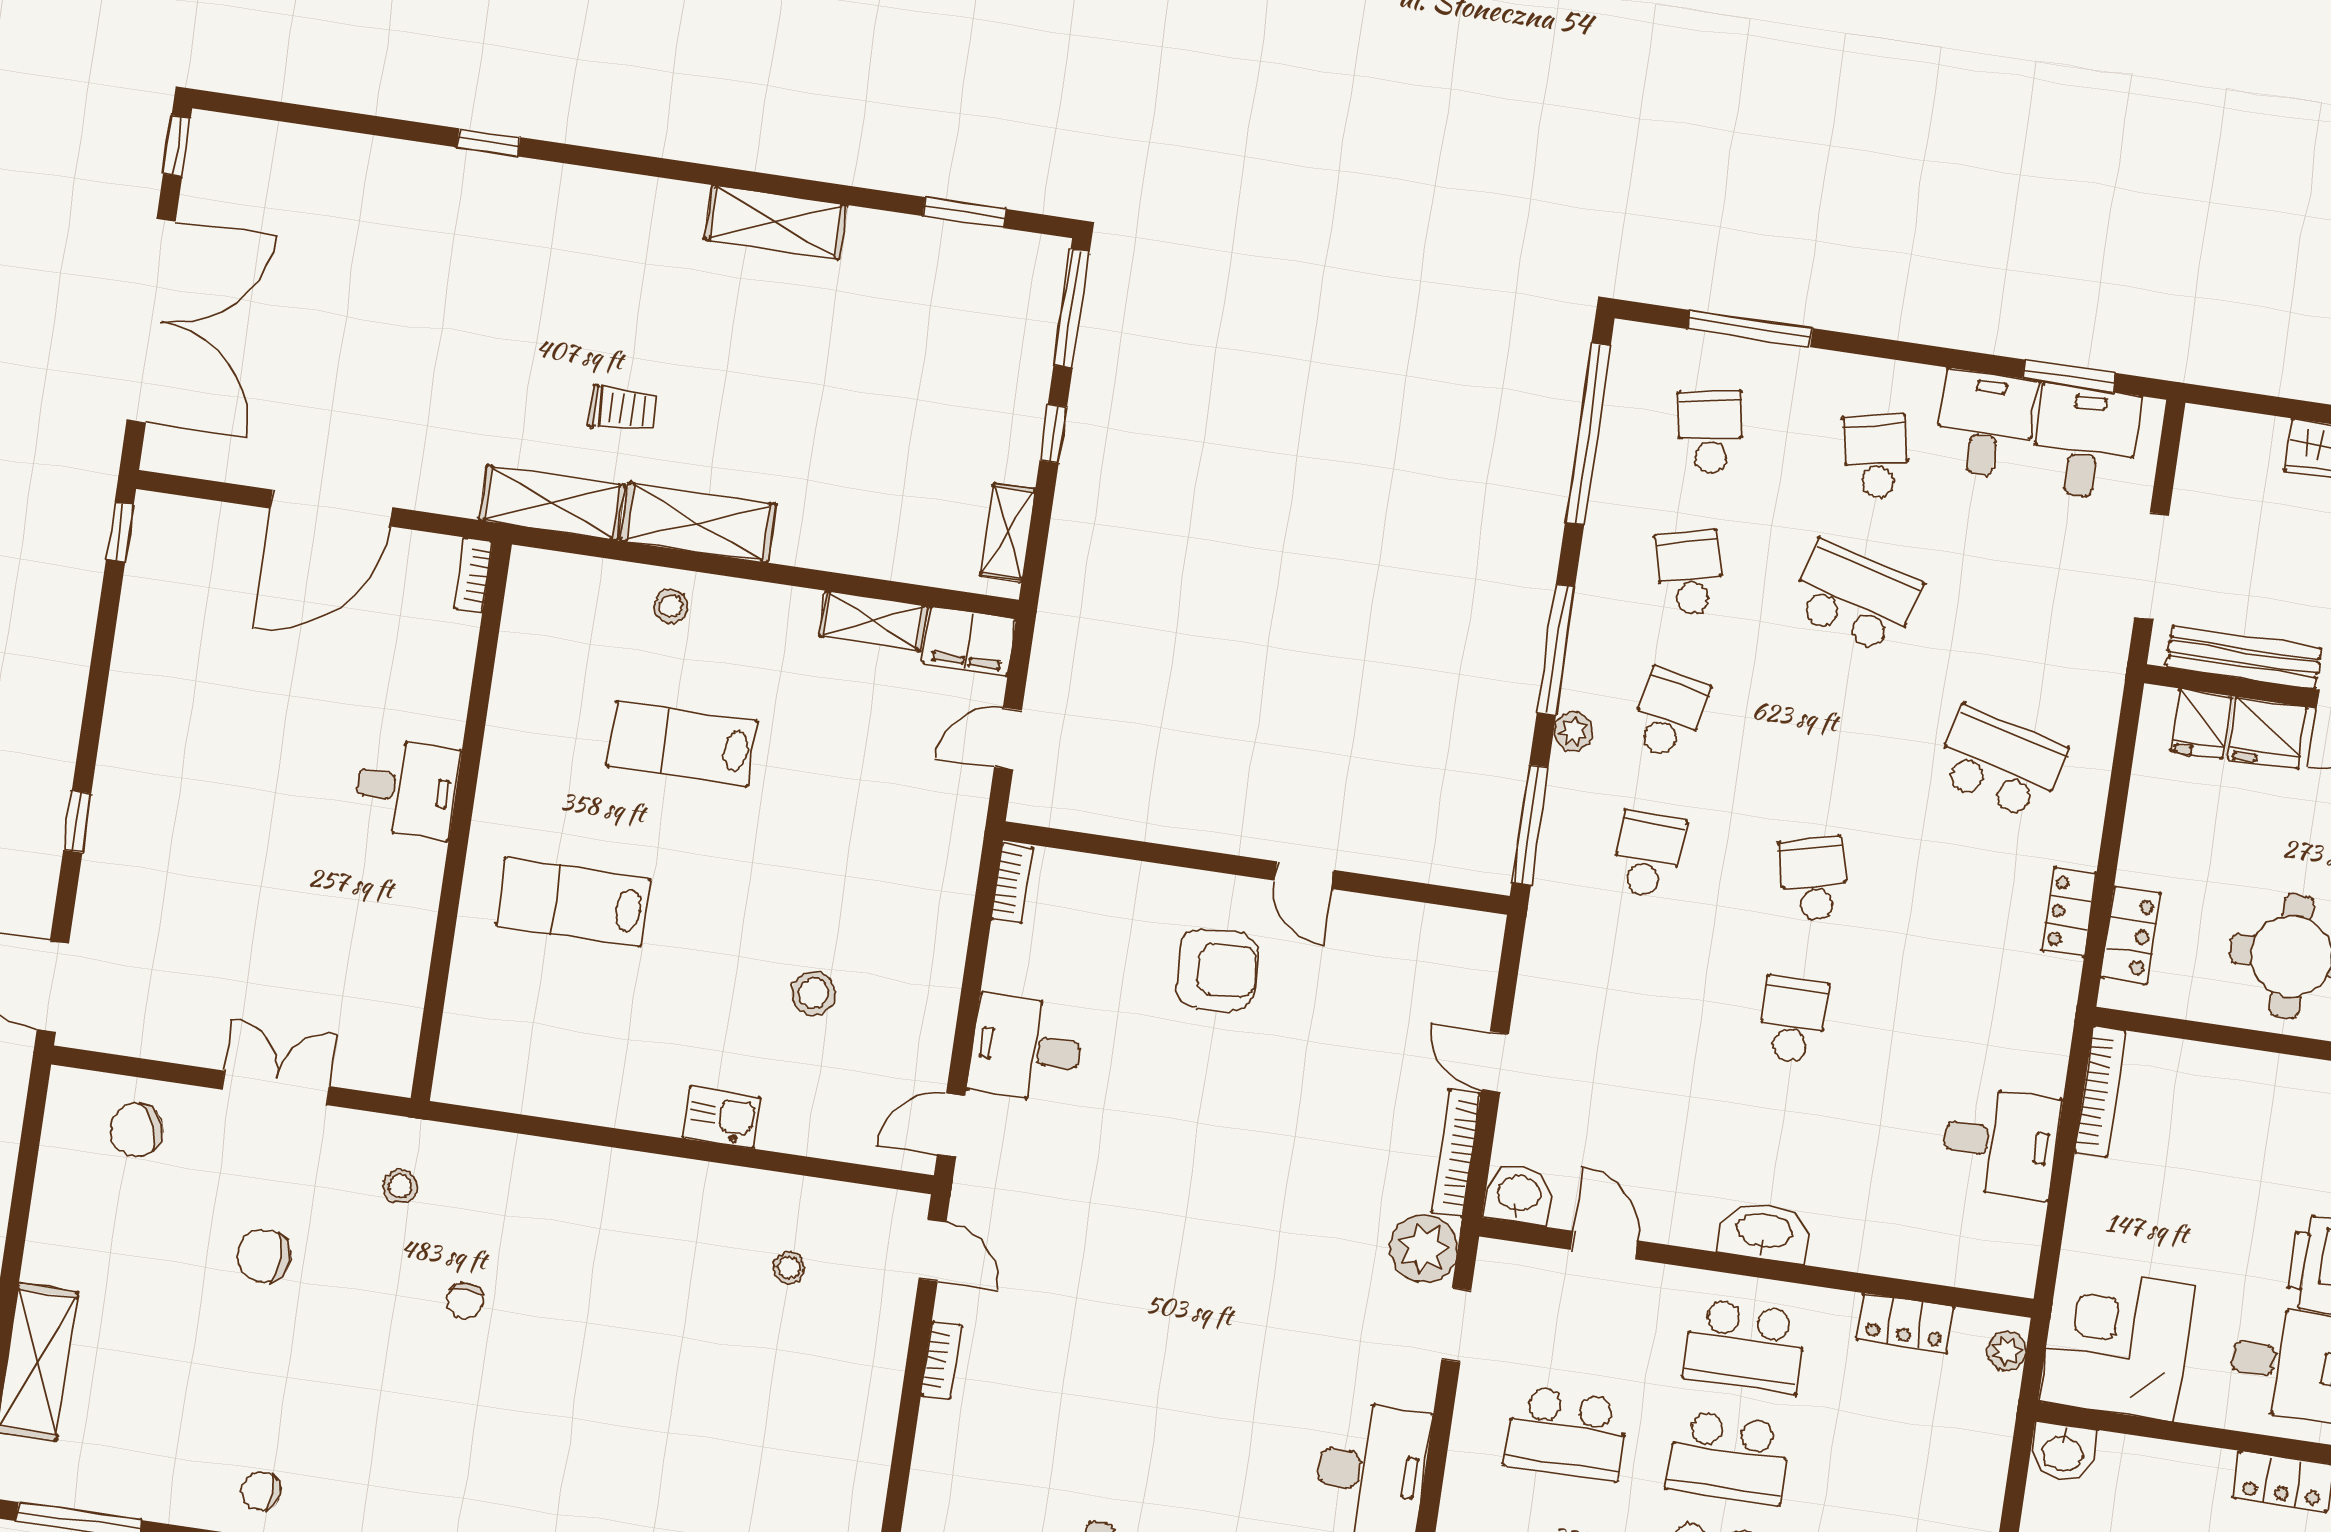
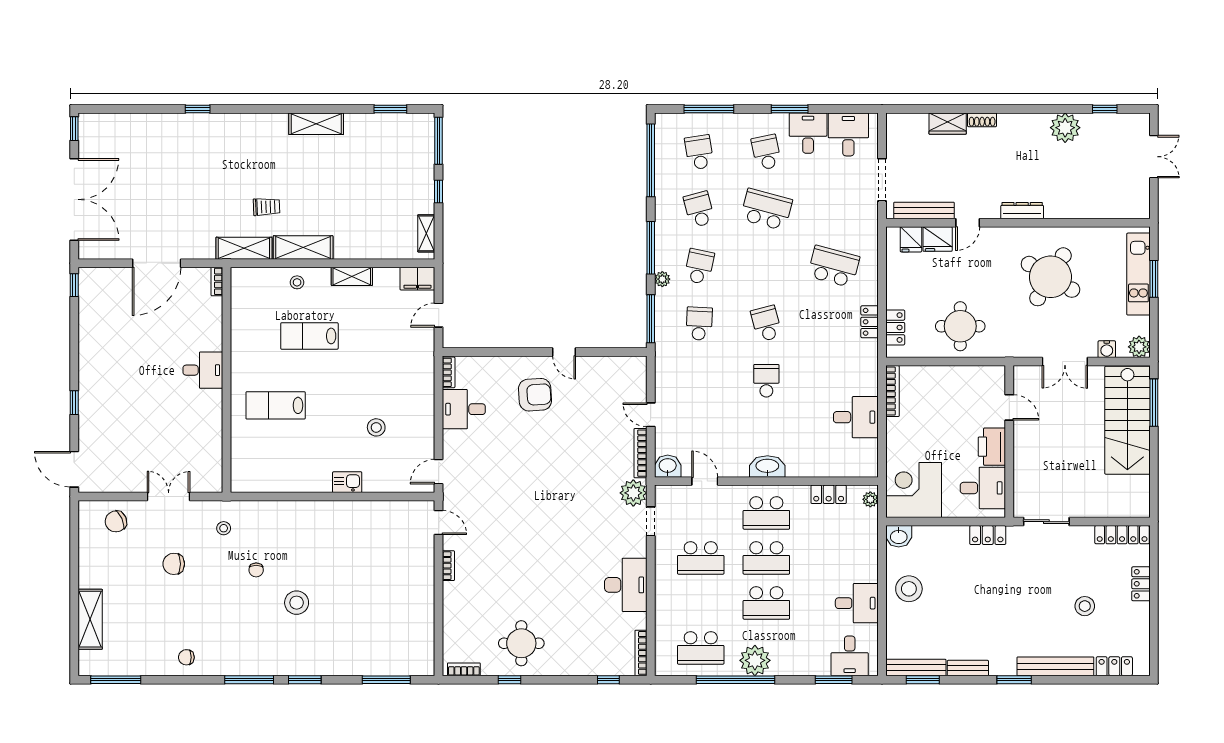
window: (2069, 376) -> (790, 109), moved
shelving: (873, 621) -> (352, 276), moved
desk: (1026, 1048) -> (464, 409), moved
stool: (789, 1268) -> (297, 603), moved, width x1.89, depth x1.89

